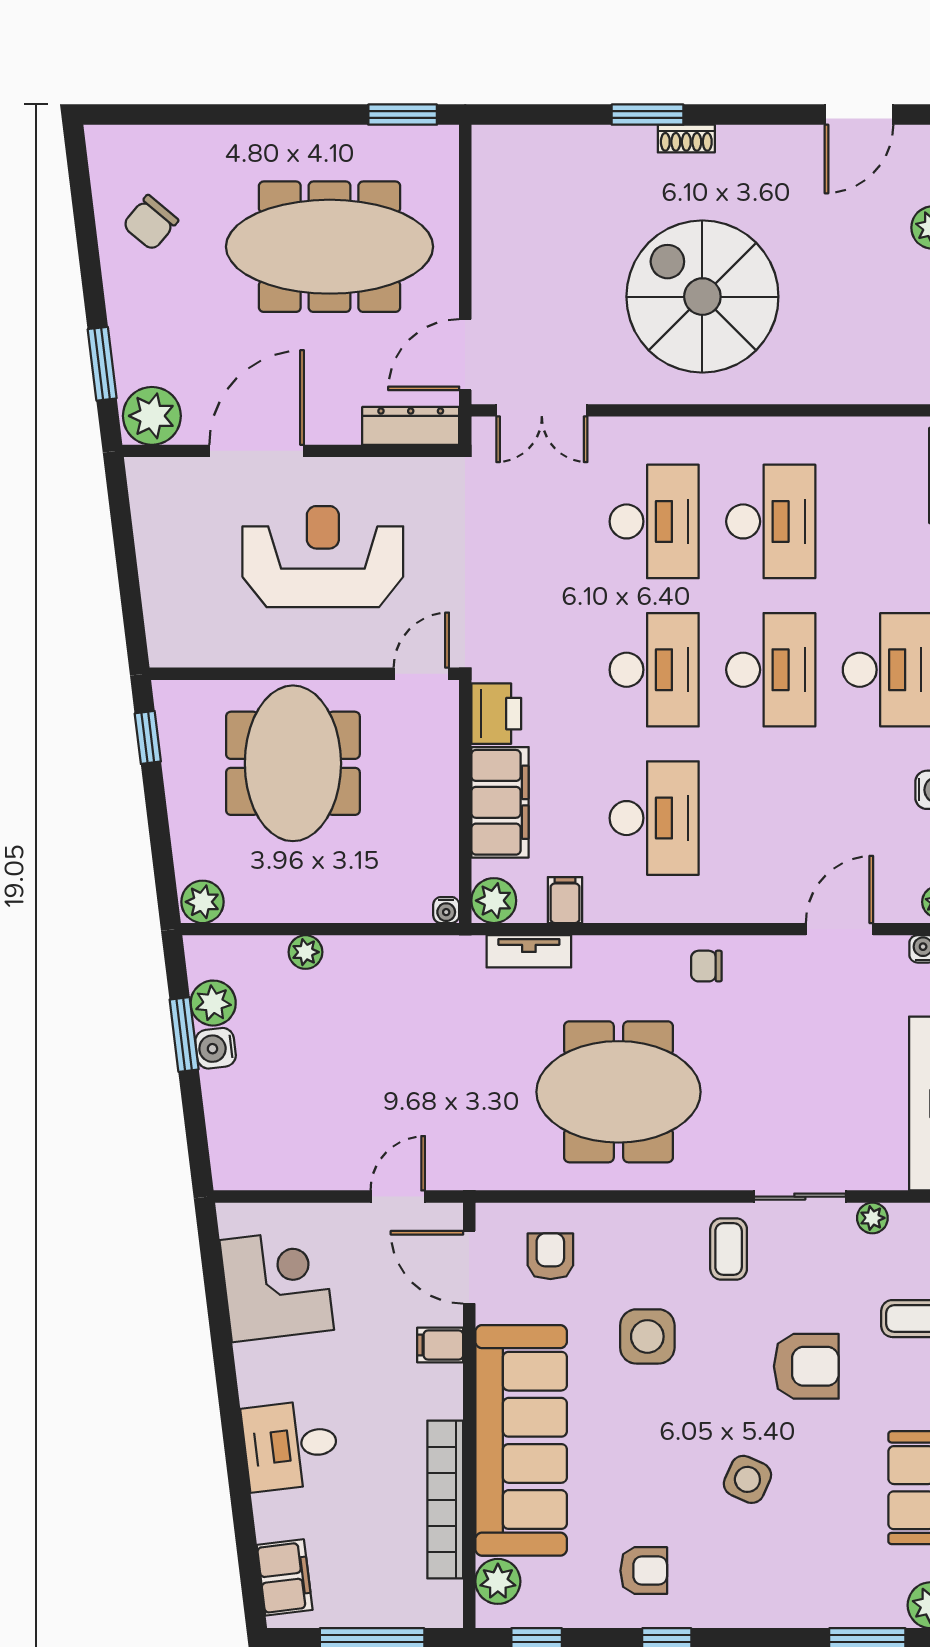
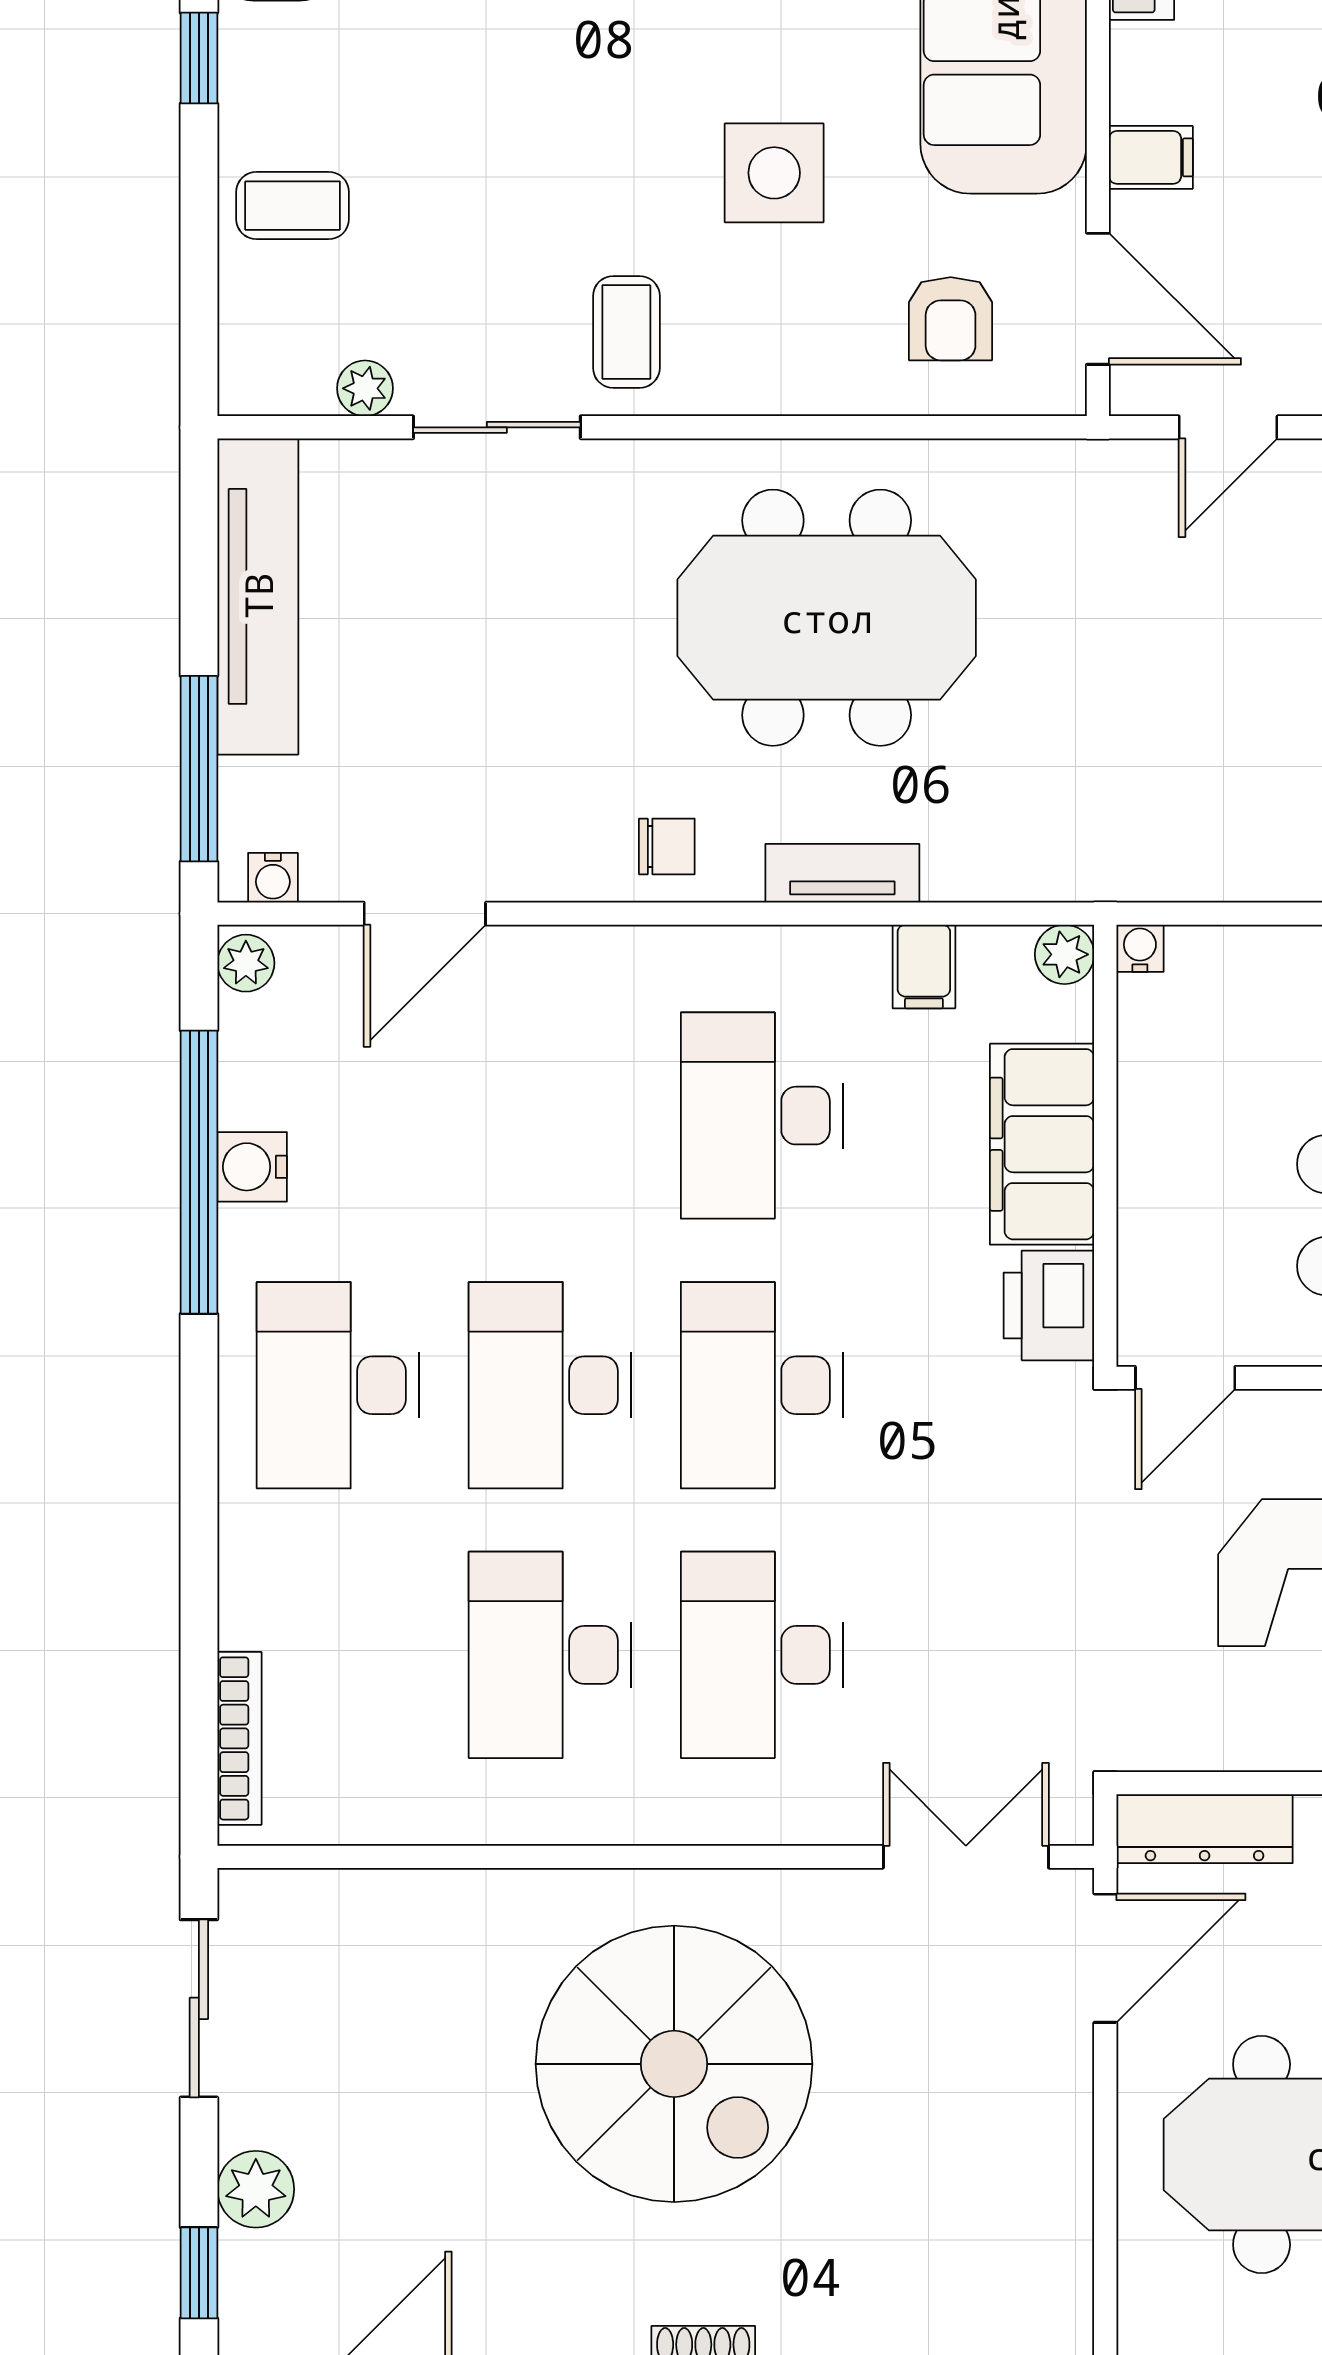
plant: (494, 901) -> (1065, 954), width x0.73, depth x0.73
tv unit: (529, 951) -> (842, 873), moved
armchair: (806, 1366) -> (485, 119), removed

